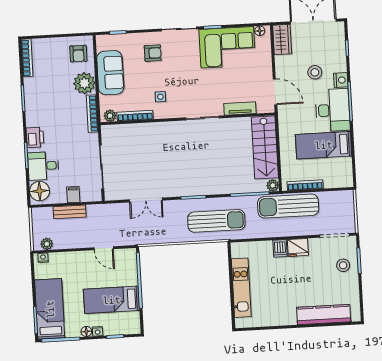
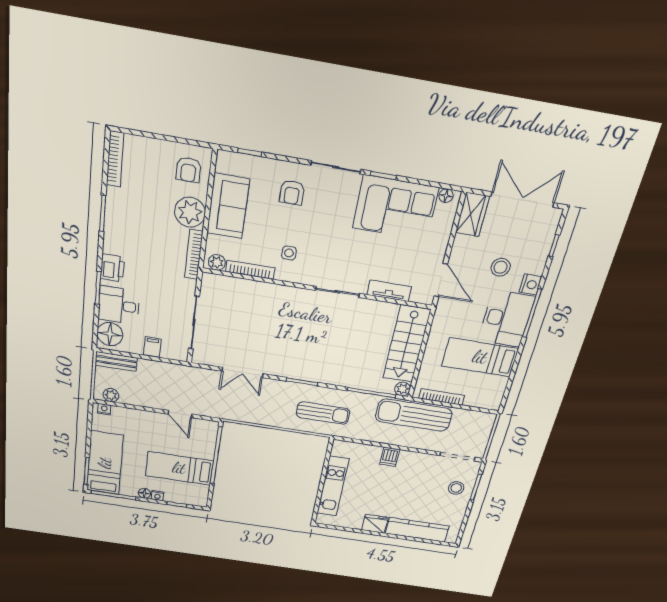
armchair: (153, 53) -> (292, 193), turned 90
bench: (70, 212) -> (116, 361), moved
sun lounger: (216, 221) -> (323, 413), width x0.73, depth x0.75
fridge: (298, 247) -> (375, 524), moved, turned 180

